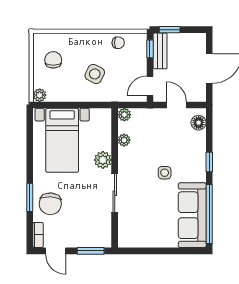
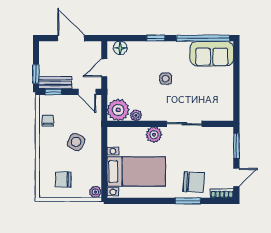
plant: (124, 115) -> (118, 110), width x1.87, depth x1.87
sofa: (192, 215) -> (212, 54), width x0.73

